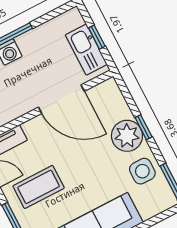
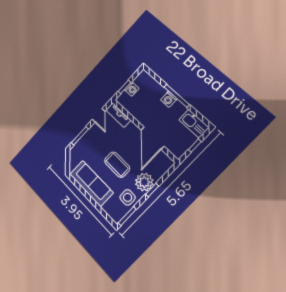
kitchen sink: (86, 50) -> (194, 124), moved, turned -90
coffee table: (39, 187) -> (117, 165), moved

